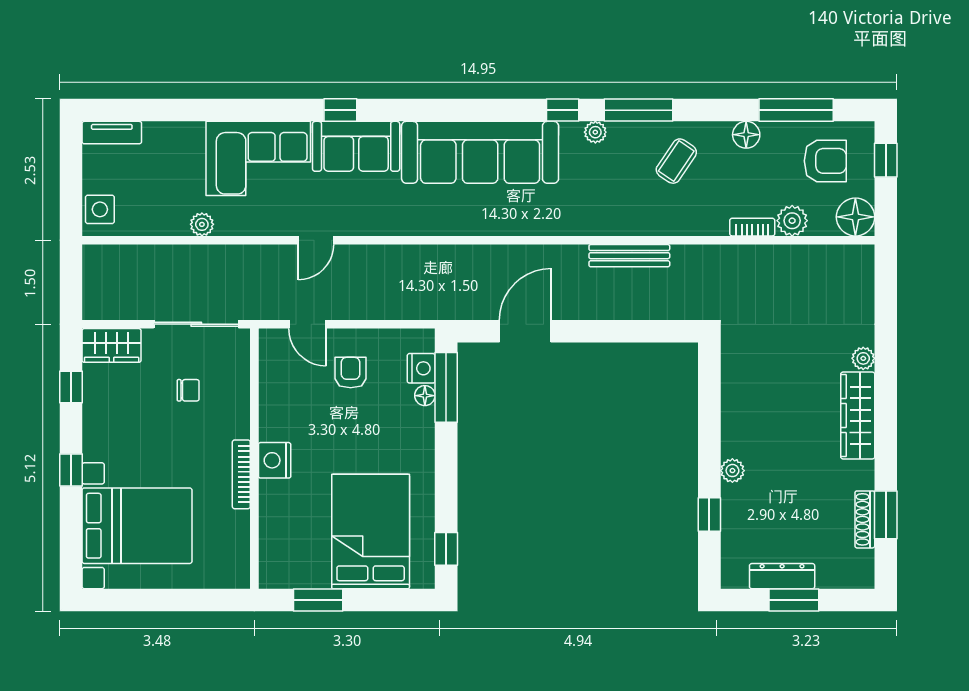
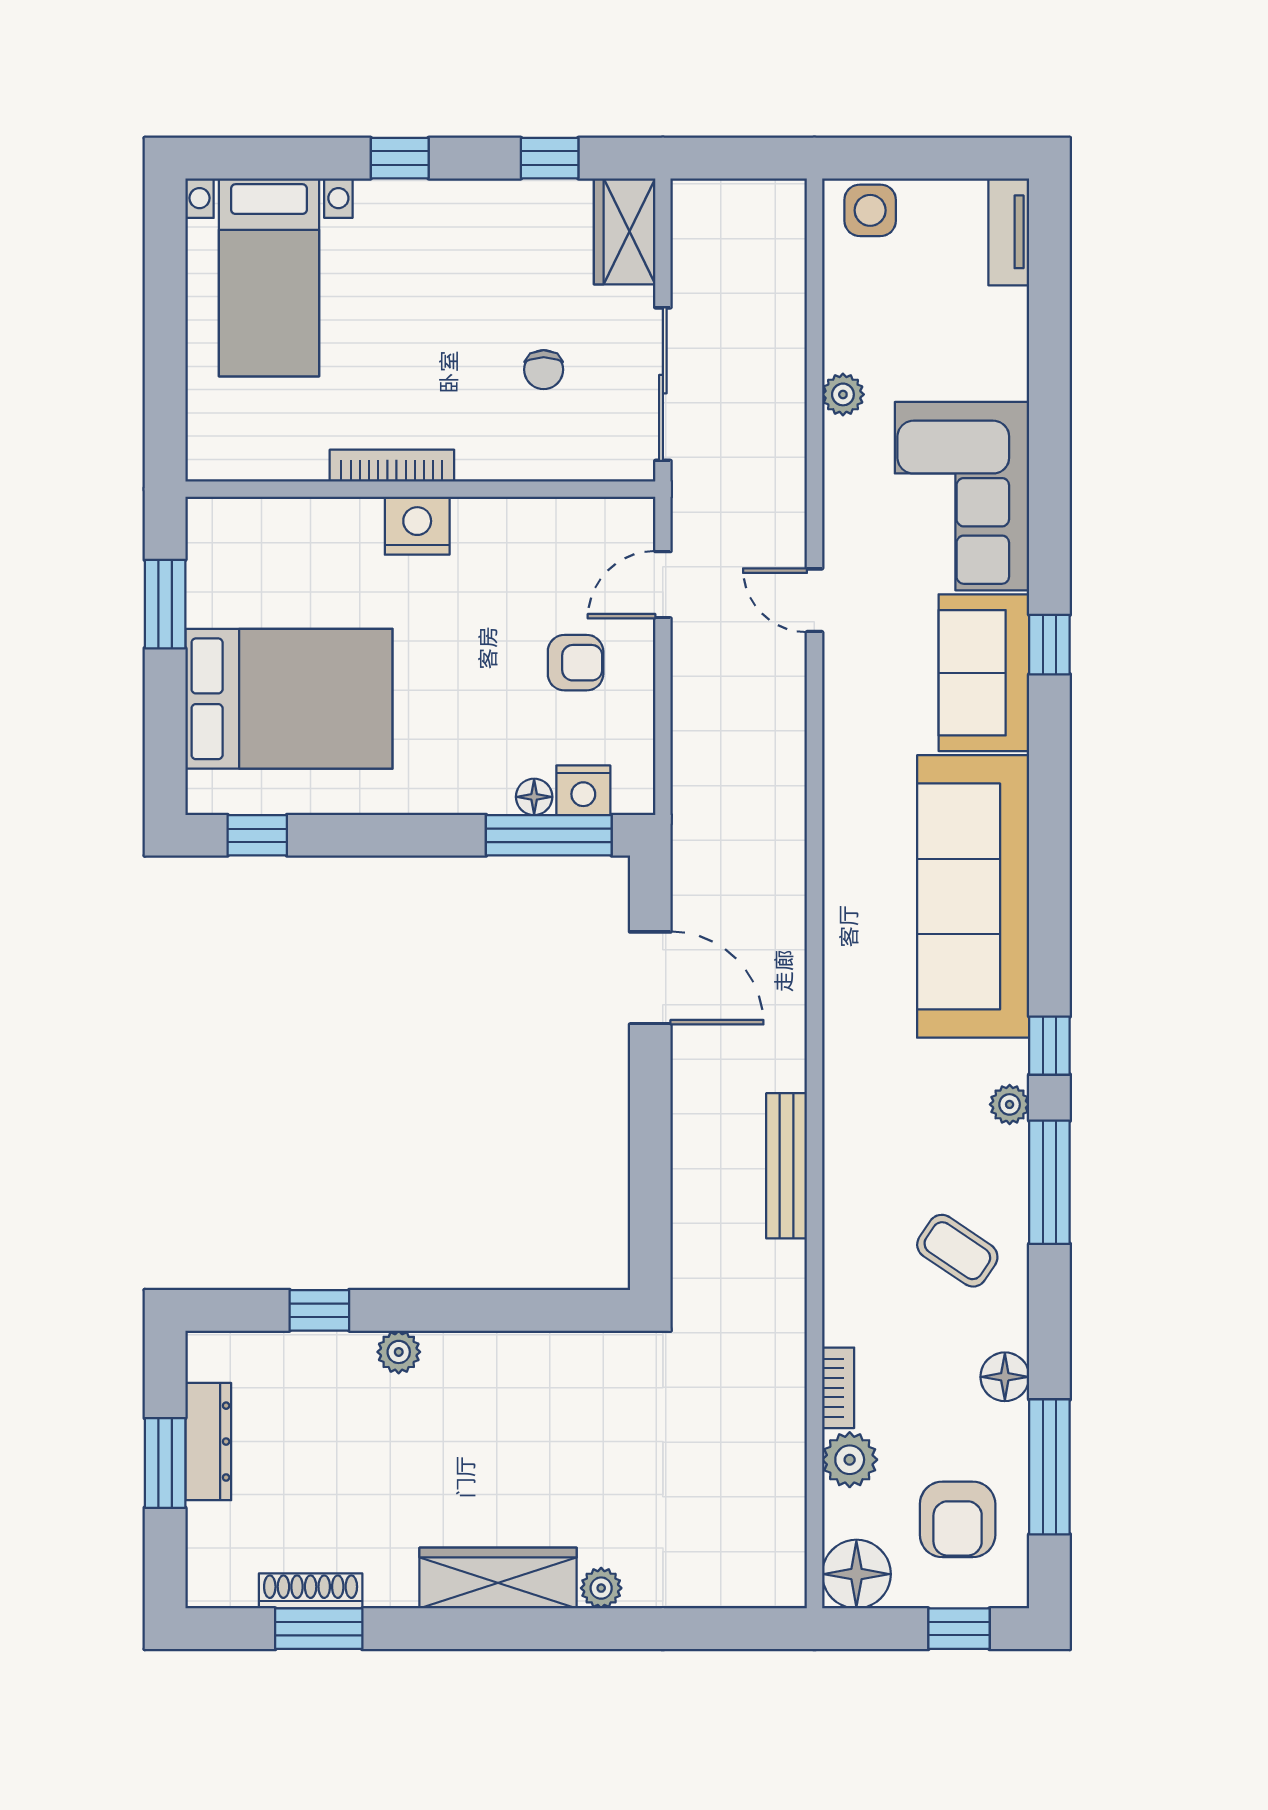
bed with nightstands: (137, 526) -> (269, 277), width x0.73

